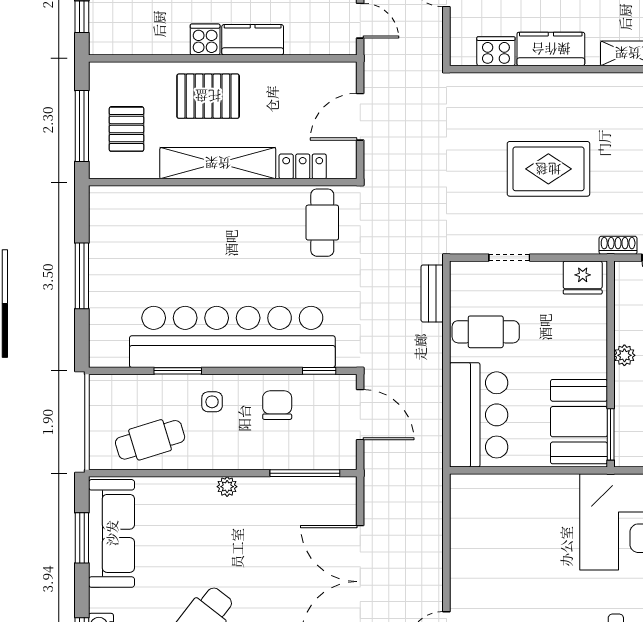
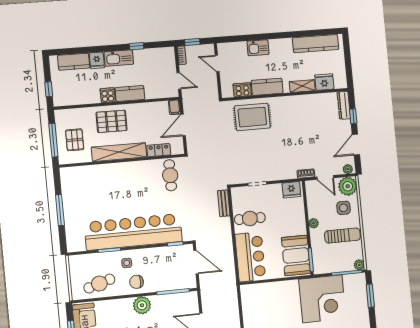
filing cabinet: (345, 77) -> (174, 107), added
rug: (548, 169) -> (252, 117), moved
chair: (277, 405) -> (136, 282), moved, turned -90
plant: (227, 487) -> (142, 305), width x1.88, depth x1.88

